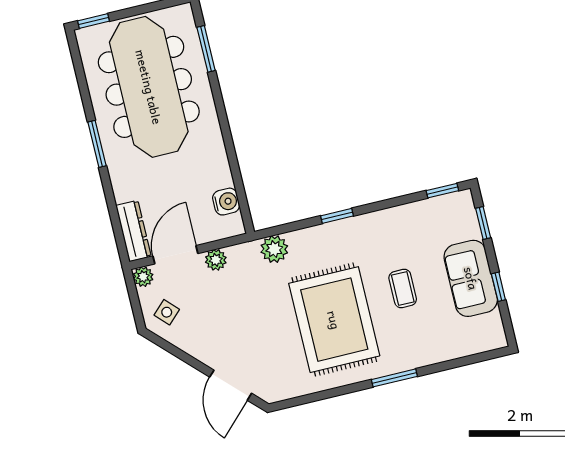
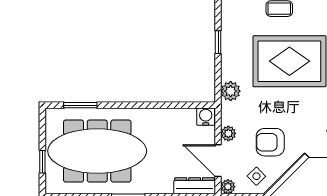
window: (93, 21) -> (42, 162), moved
water cooler: (226, 202) -> (206, 117), moved
armchair: (218, 320) -> (270, 142), added

